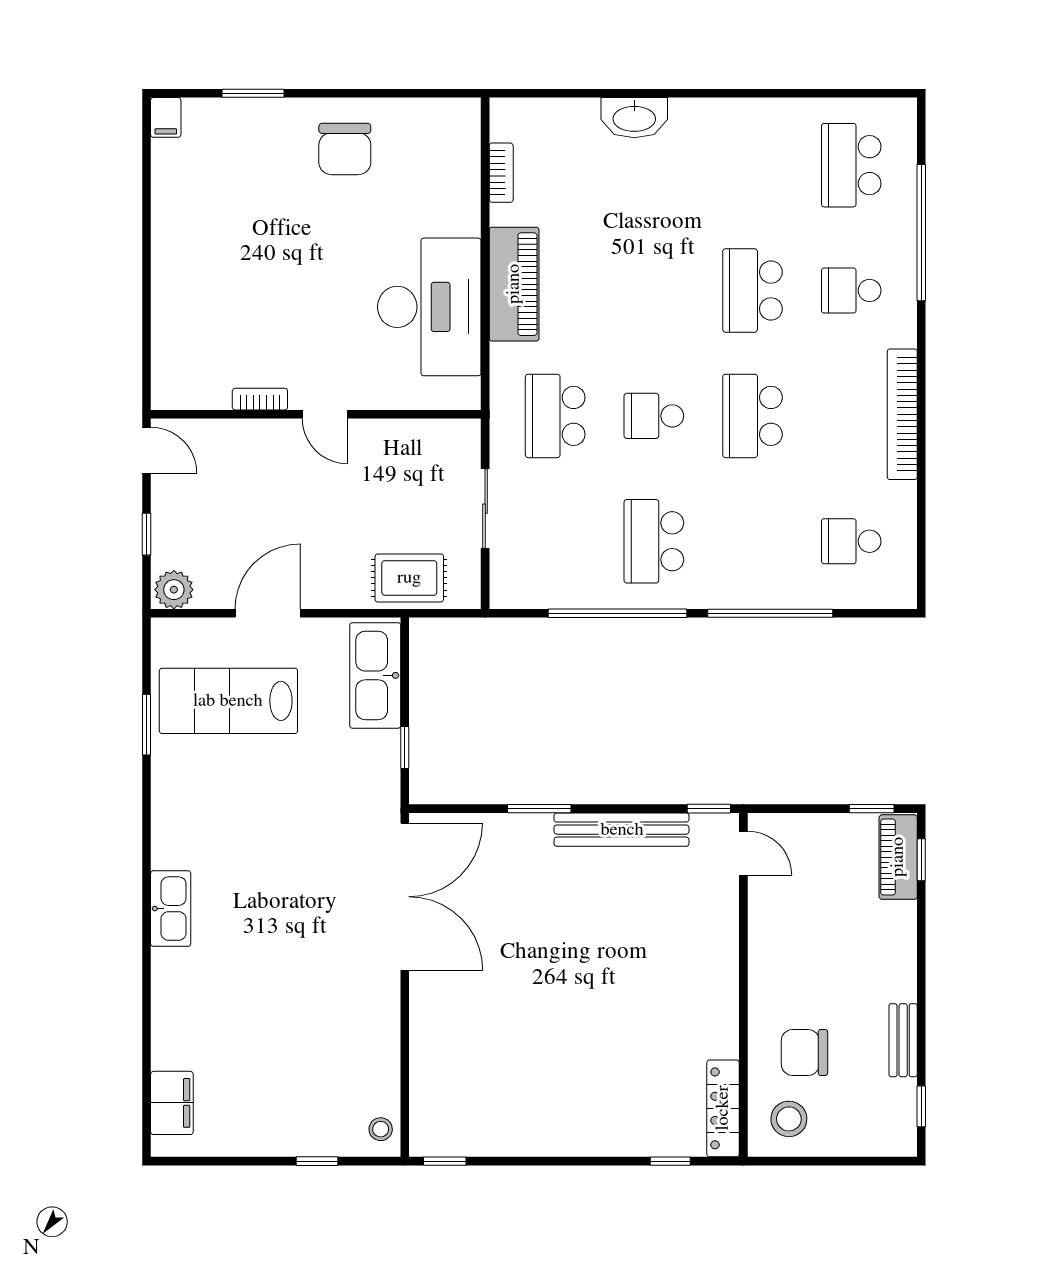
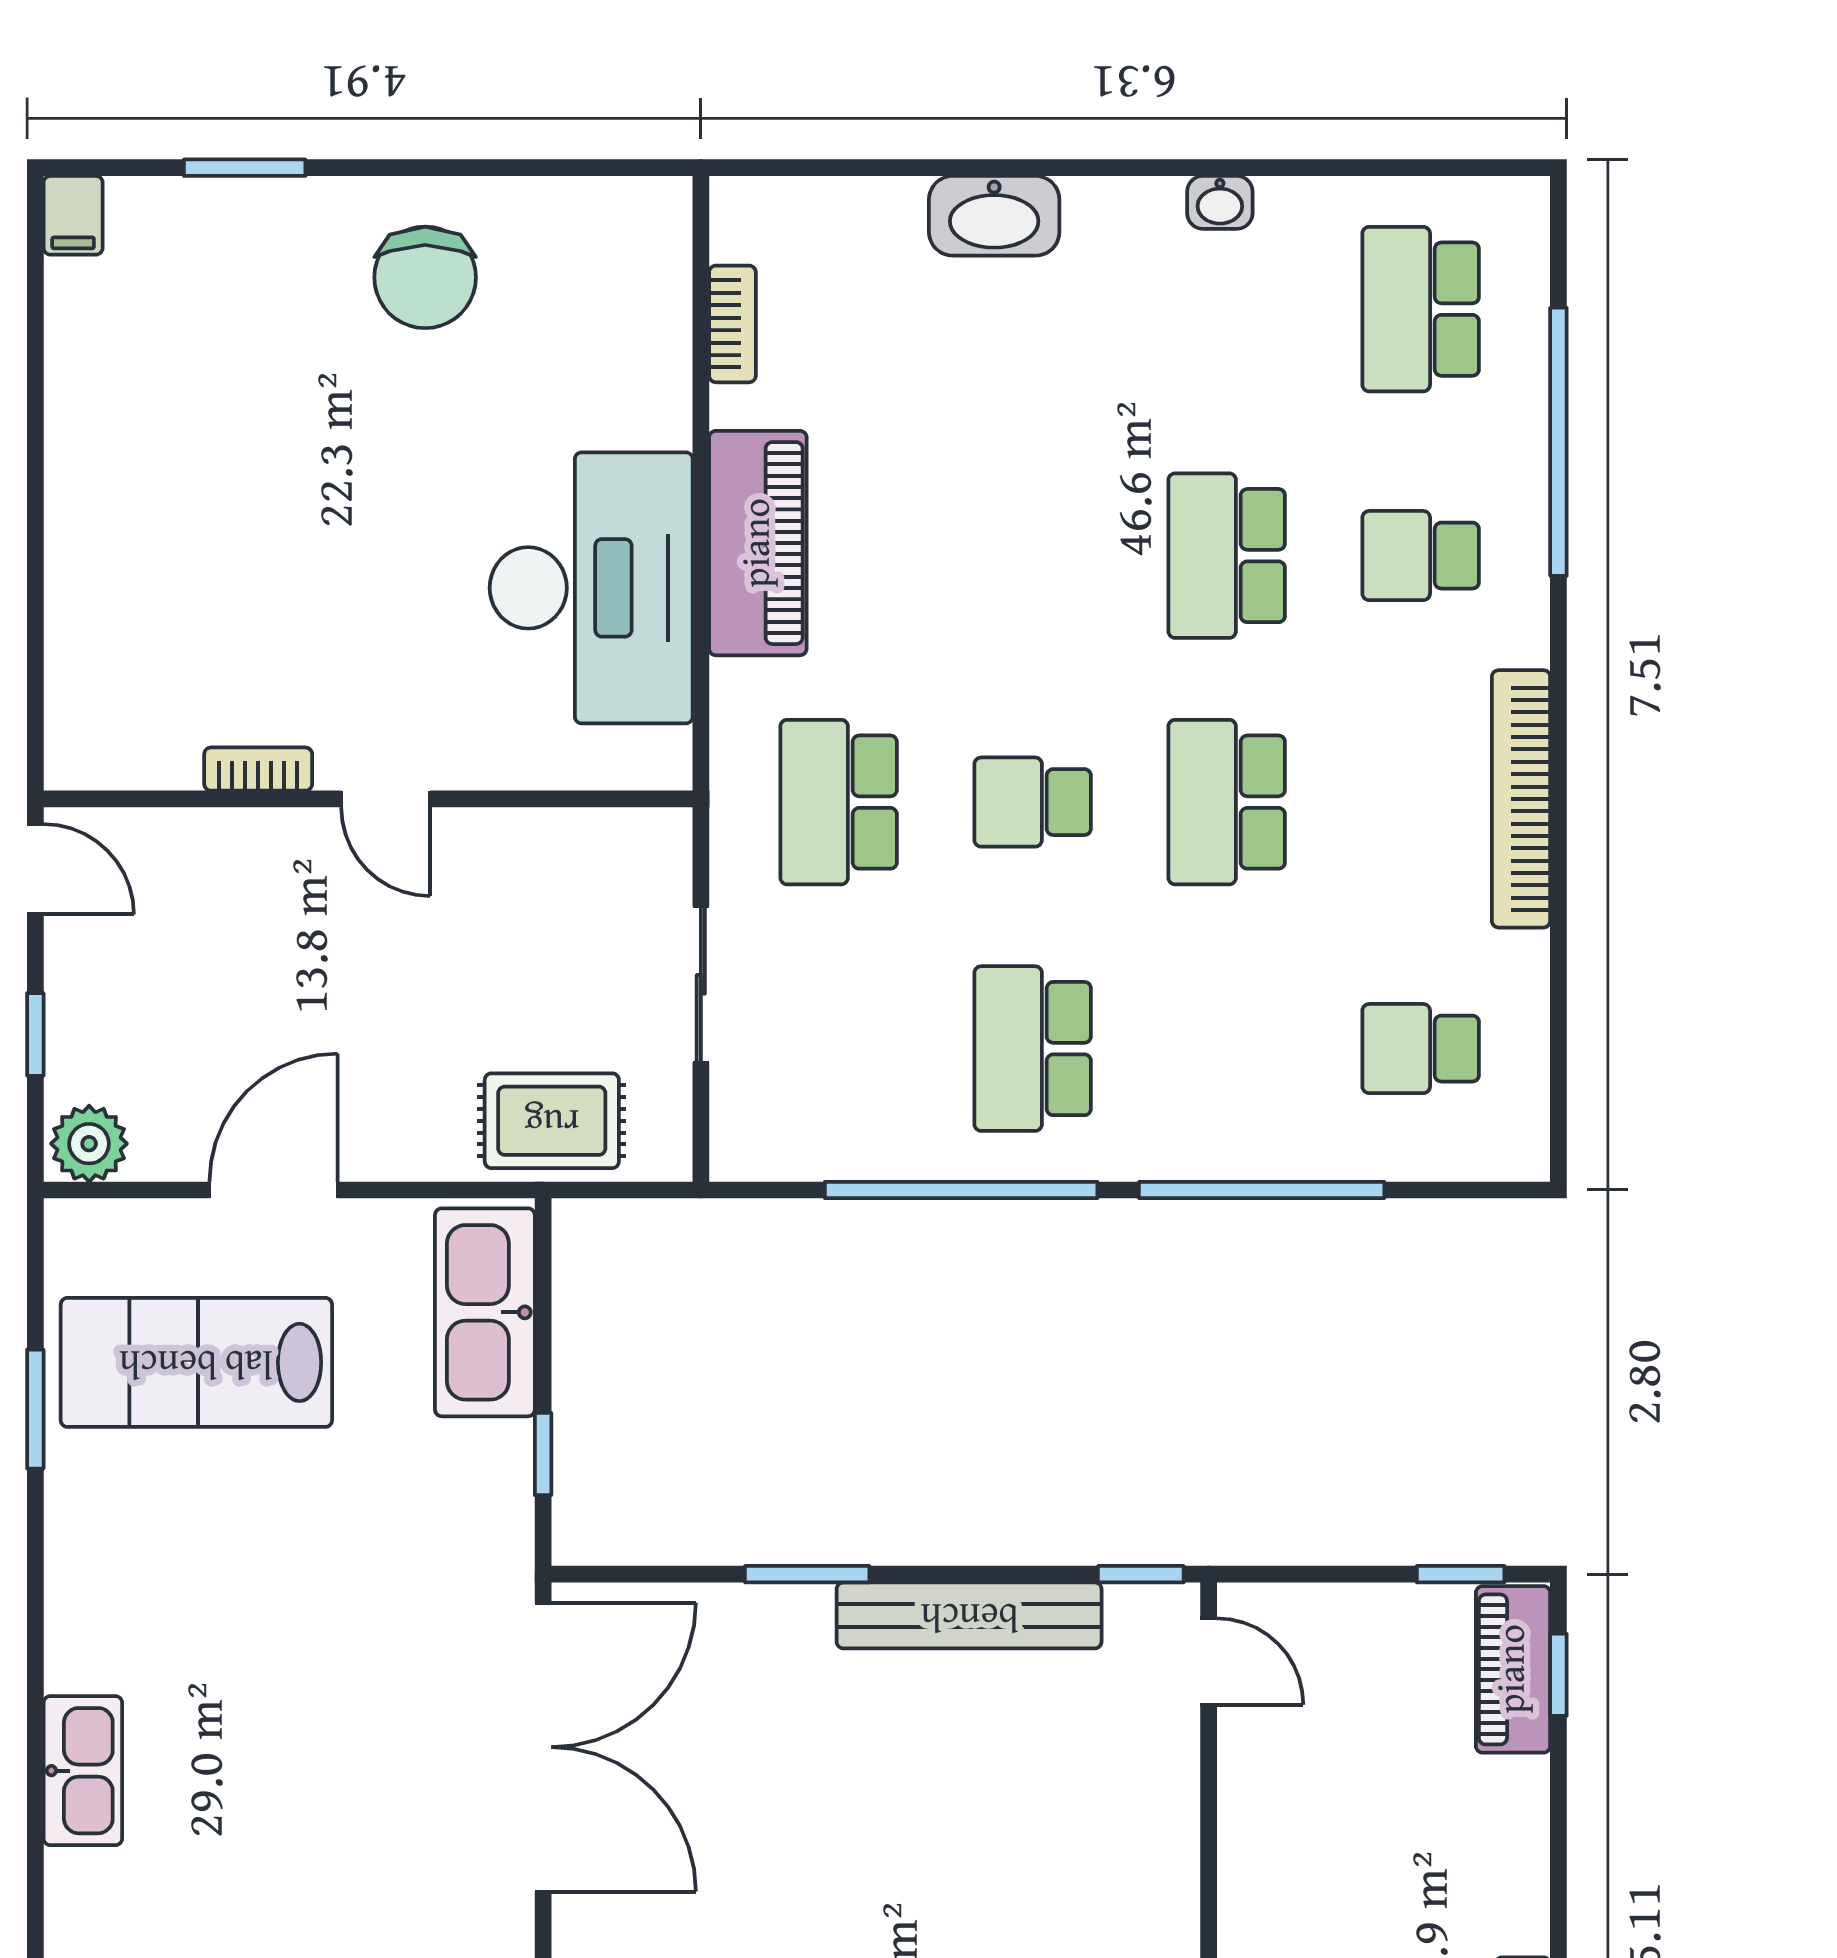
washbasin: (749, 111) -> (1220, 202), added

